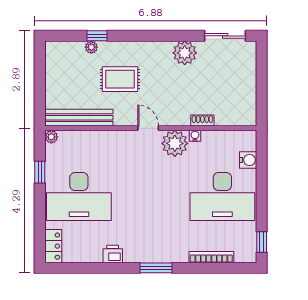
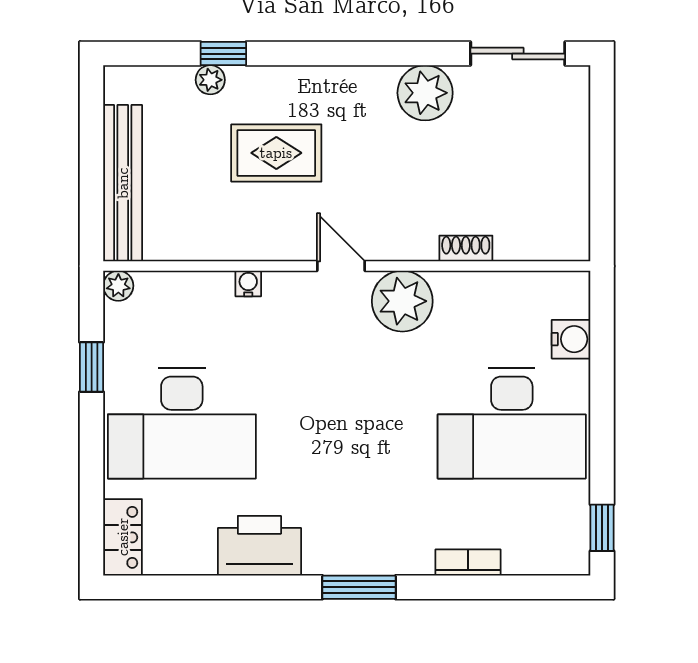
bench: (79, 118) -> (123, 183), moved, turned 90
water cooler: (195, 136) -> (248, 284), moved
printer: (113, 254) -> (259, 546), width x1.87, depth x1.48
bookcase: (211, 257) -> (468, 563), width x0.64

